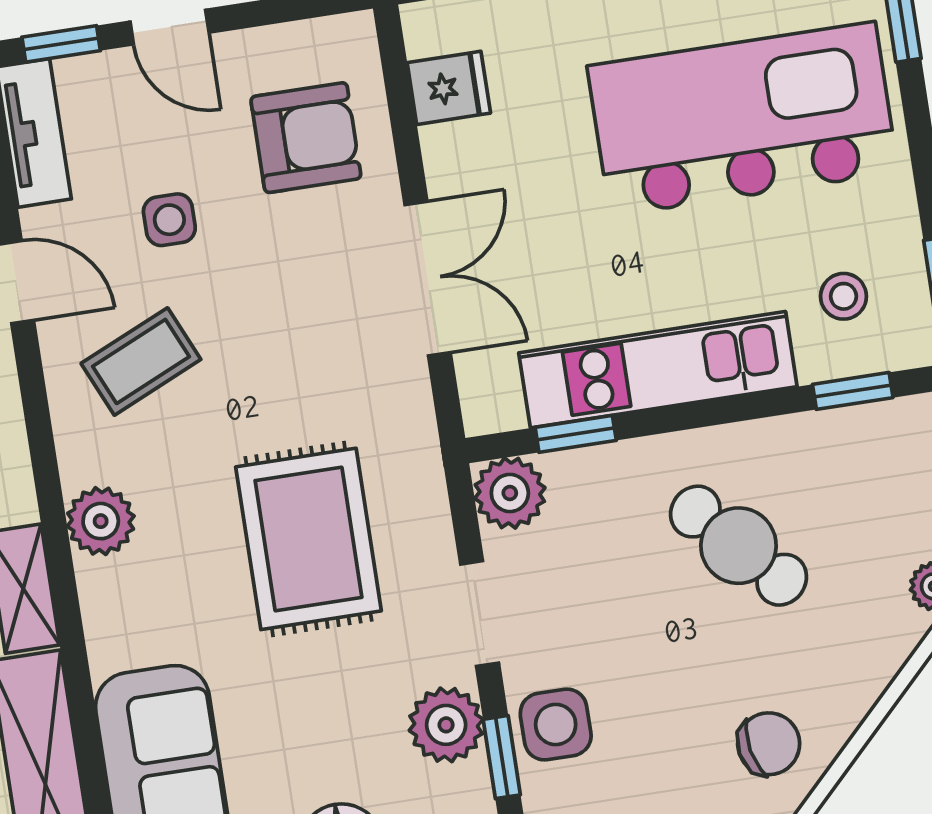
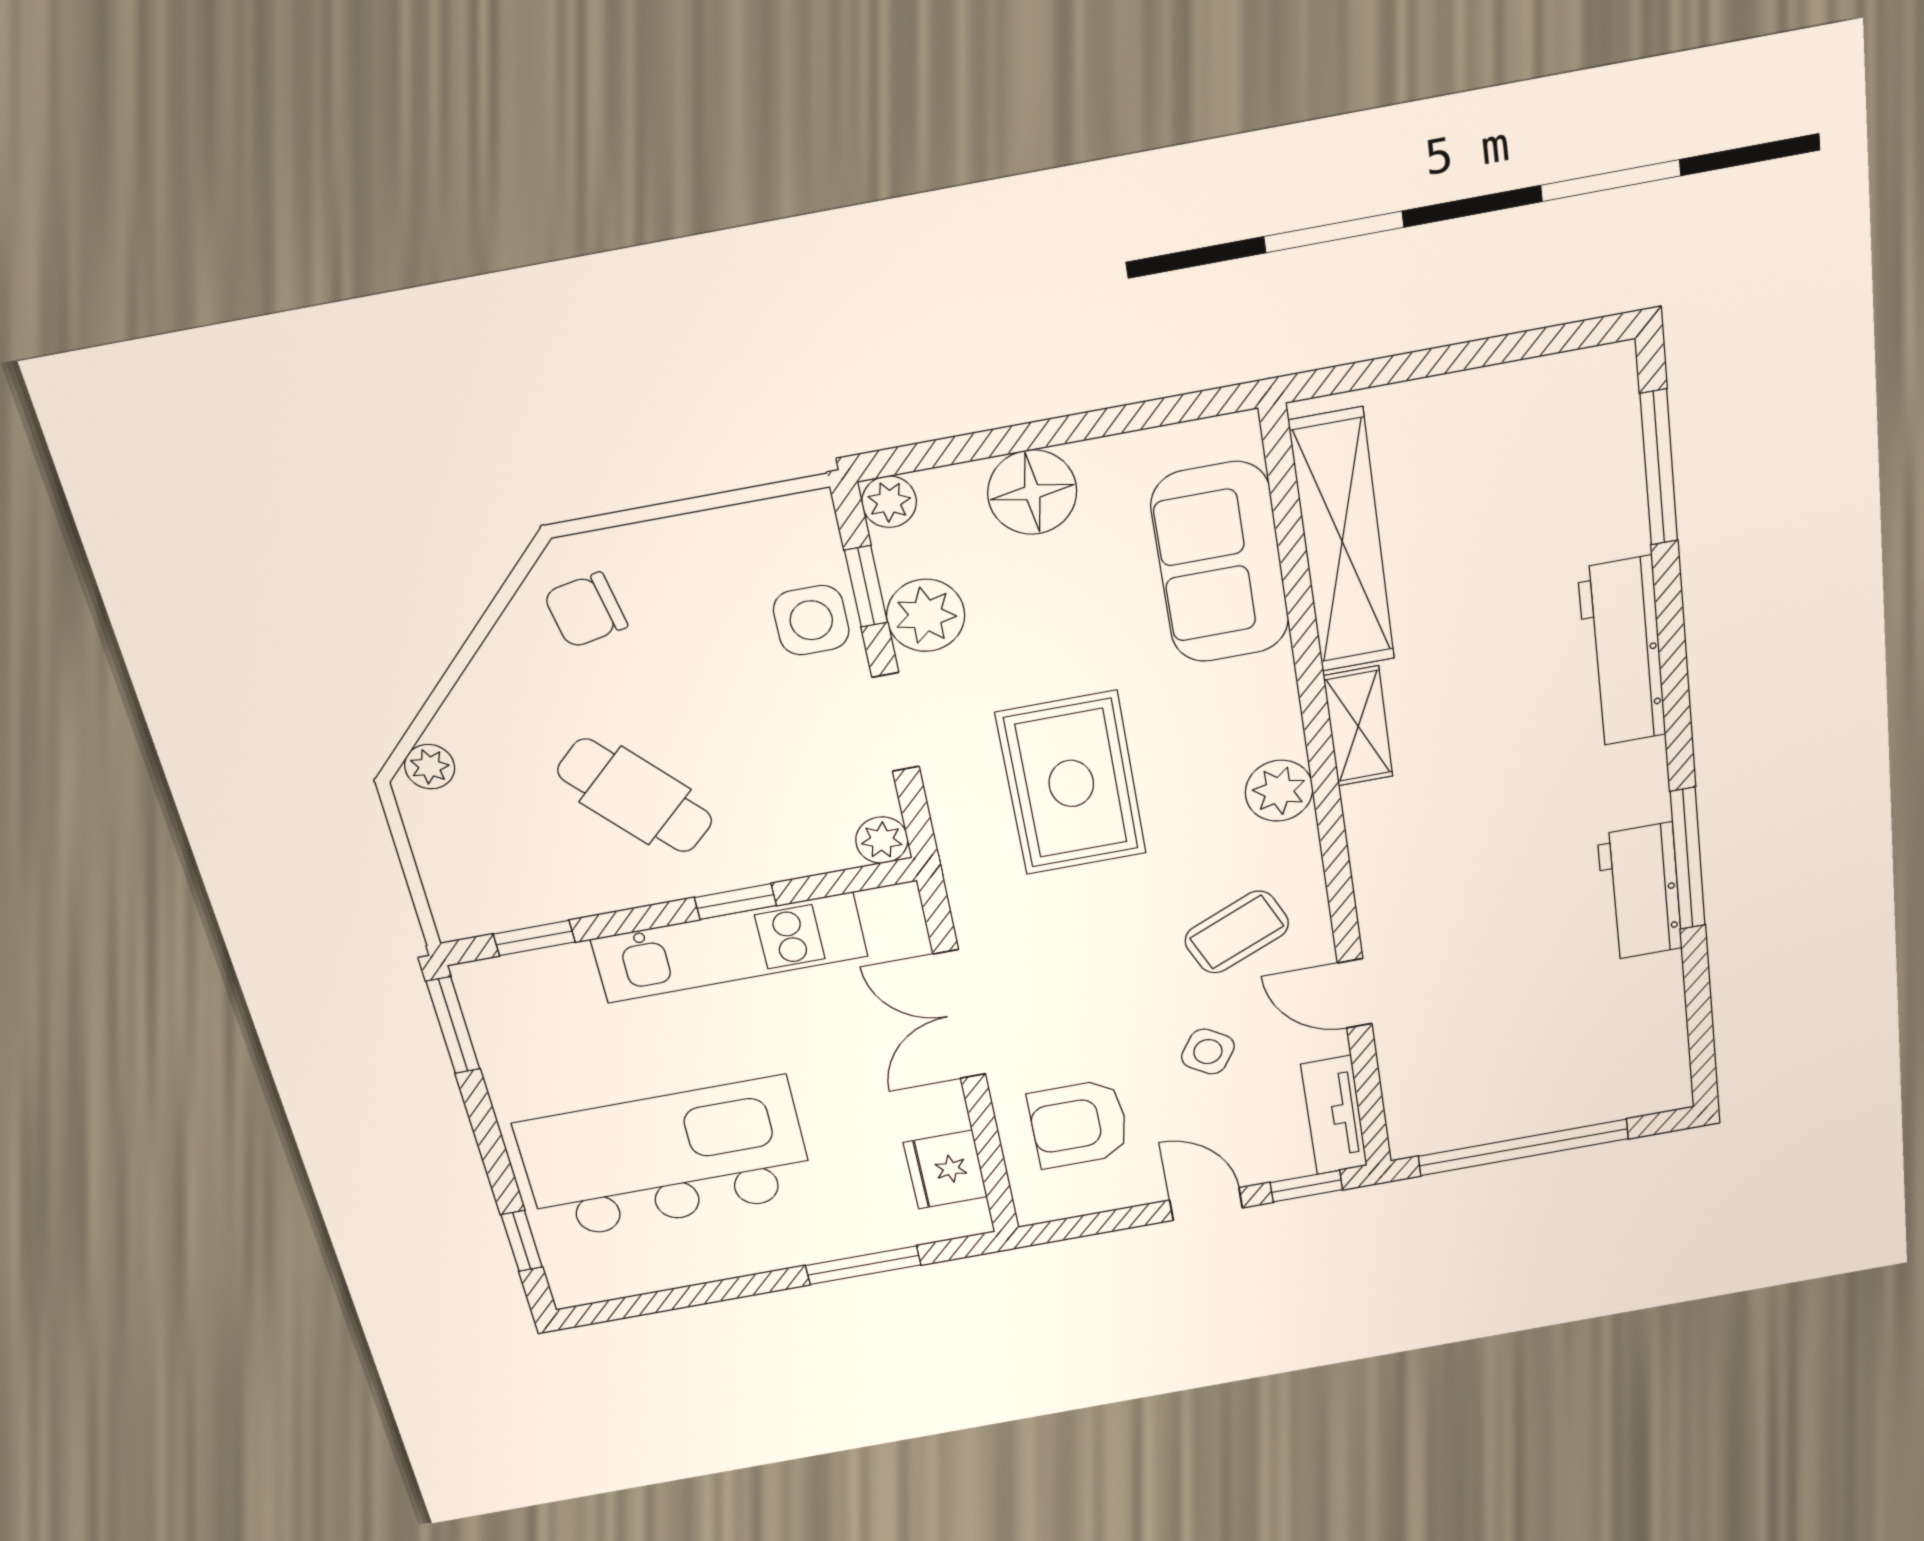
fridge: (449, 88) -> (945, 1170), width x1.38
kitchen island: (743, 119) -> (665, 1159), turned 180
side table: (169, 220) -> (1208, 1052), turned 33
stool: (844, 296) -> (553, 1018), removed
window: (576, 434) -> (735, 902), moved
plant: (510, 493) -> (882, 840), width x0.73, depth x0.73

